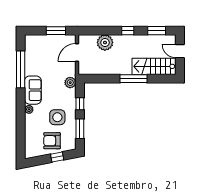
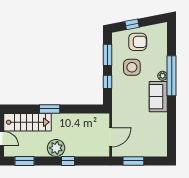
window: (128, 31) -> (68, 161), moved
plant: (105, 43) -> (56, 148), moved
window: (21, 69) -> (172, 76), moved
window: (133, 79) -> (50, 109), width x0.69
plant: (70, 83) -> (118, 105), removed

